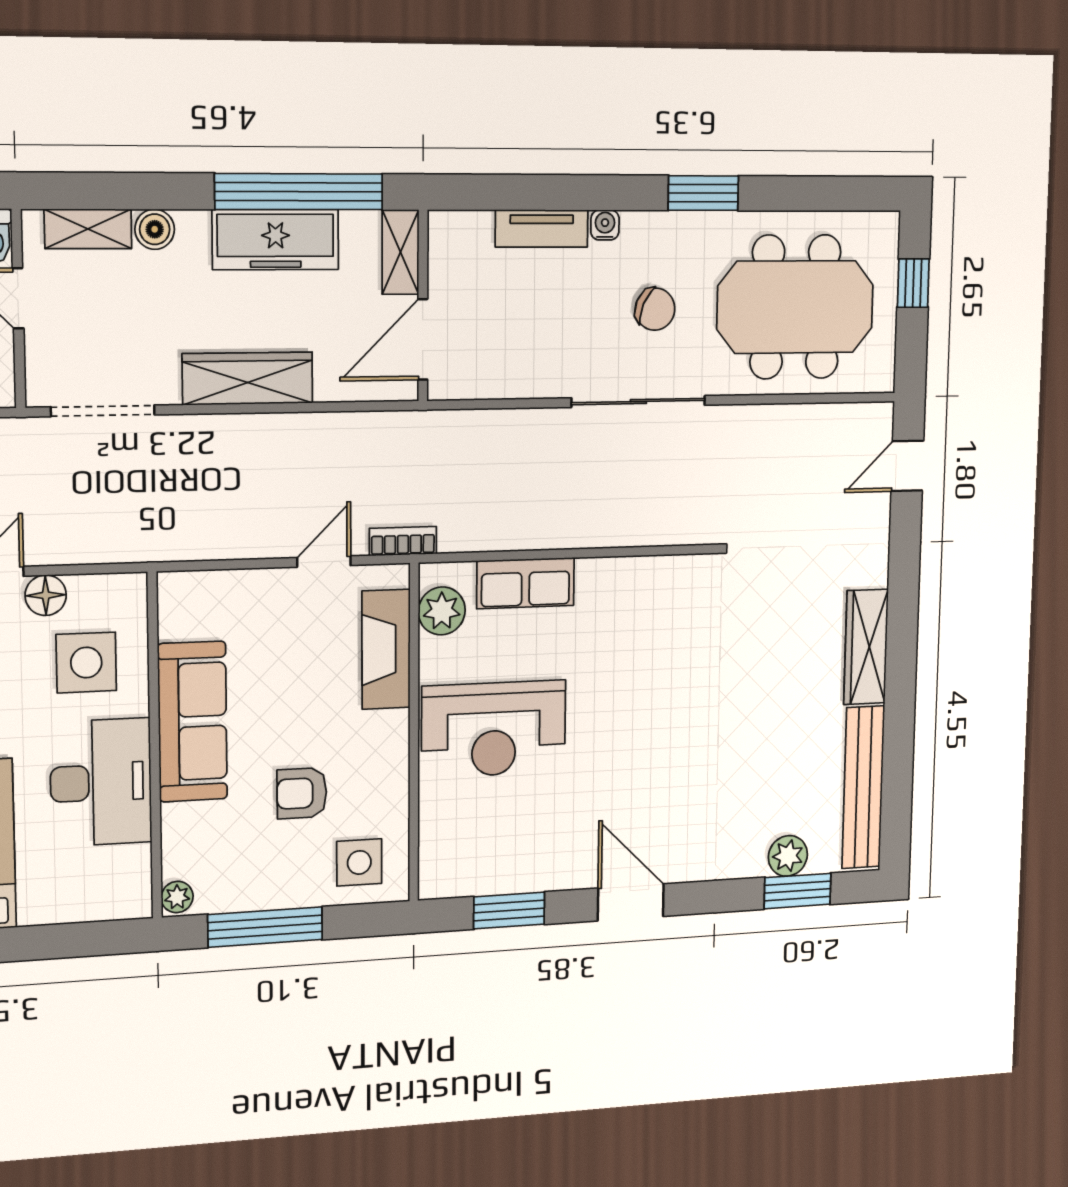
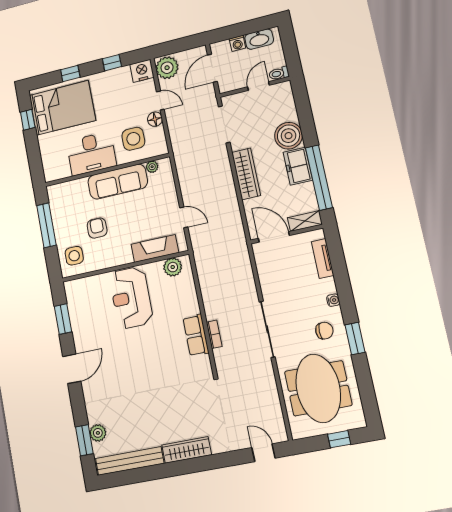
shelving: (88, 229) -> (288, 105), removed
boiler: (155, 229) -> (288, 136), width x1.86, depth x1.86
tv unit: (542, 229) -> (323, 258), moved
freezer: (276, 240) -> (298, 166), width x0.71
chair: (655, 309) -> (324, 331), moved, turned -113
bookcase: (403, 541) -> (214, 334), moved
row of seats: (525, 583) -> (196, 335), moved
plant: (177, 897) -> (152, 167), moved

